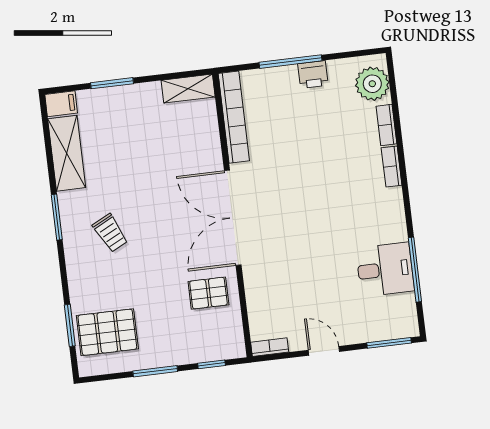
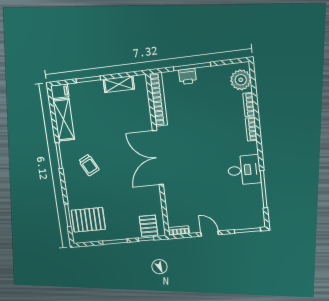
printer: (313, 74) -> (187, 76), moved
shelving: (188, 89) -> (119, 84), moved
desk: (385, 270) -> (244, 170), moved
pallet: (208, 293) -> (148, 226), moved, turned 90

